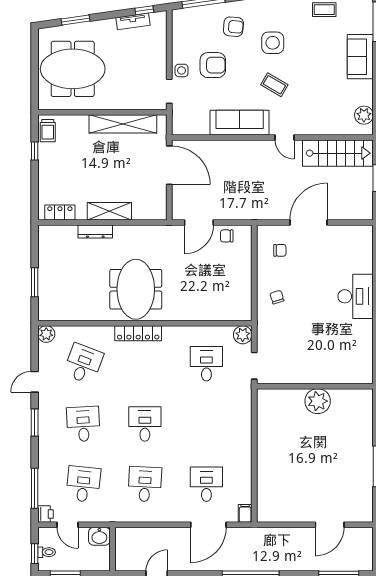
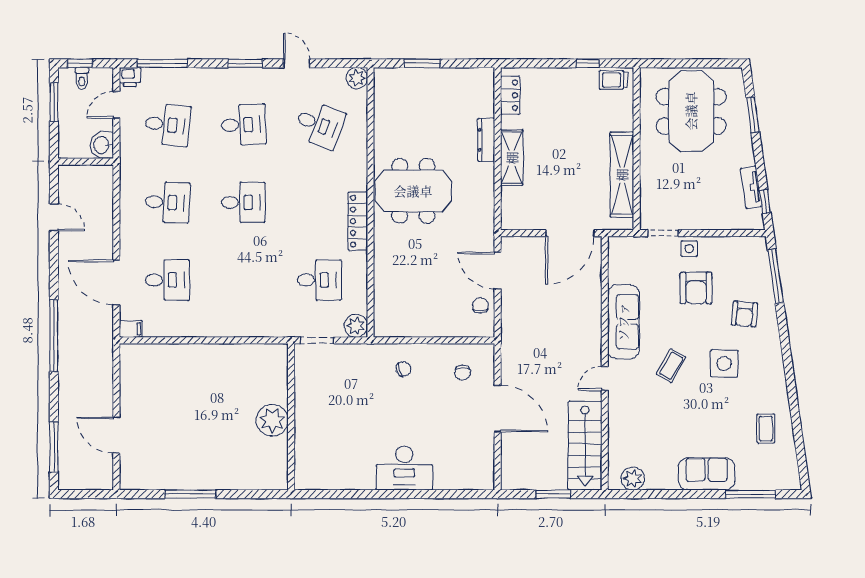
locker: (138, 333) -> (358, 221), moved

